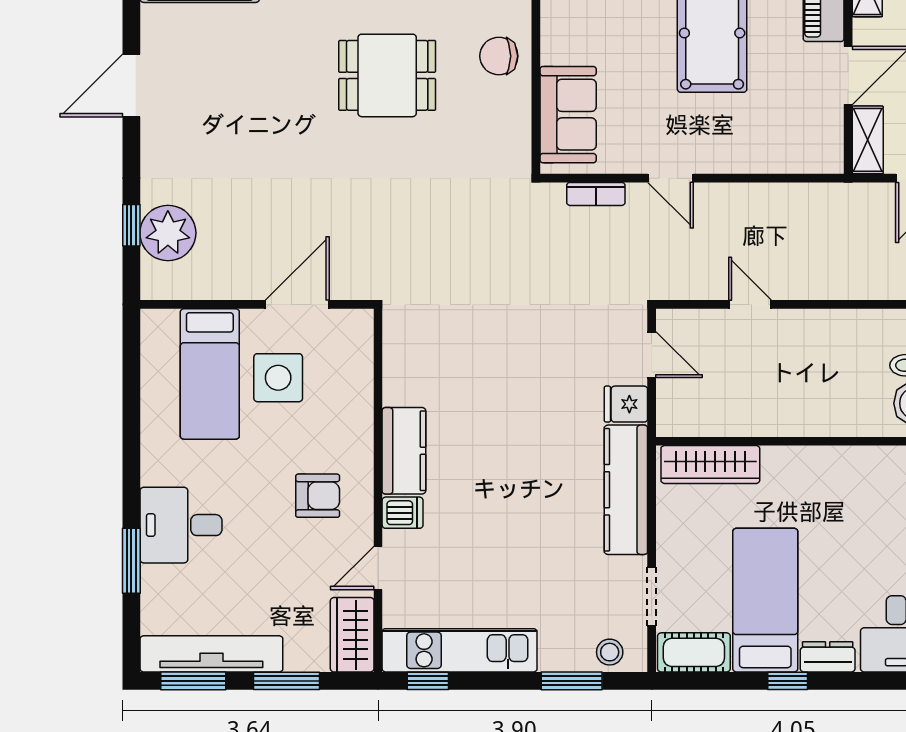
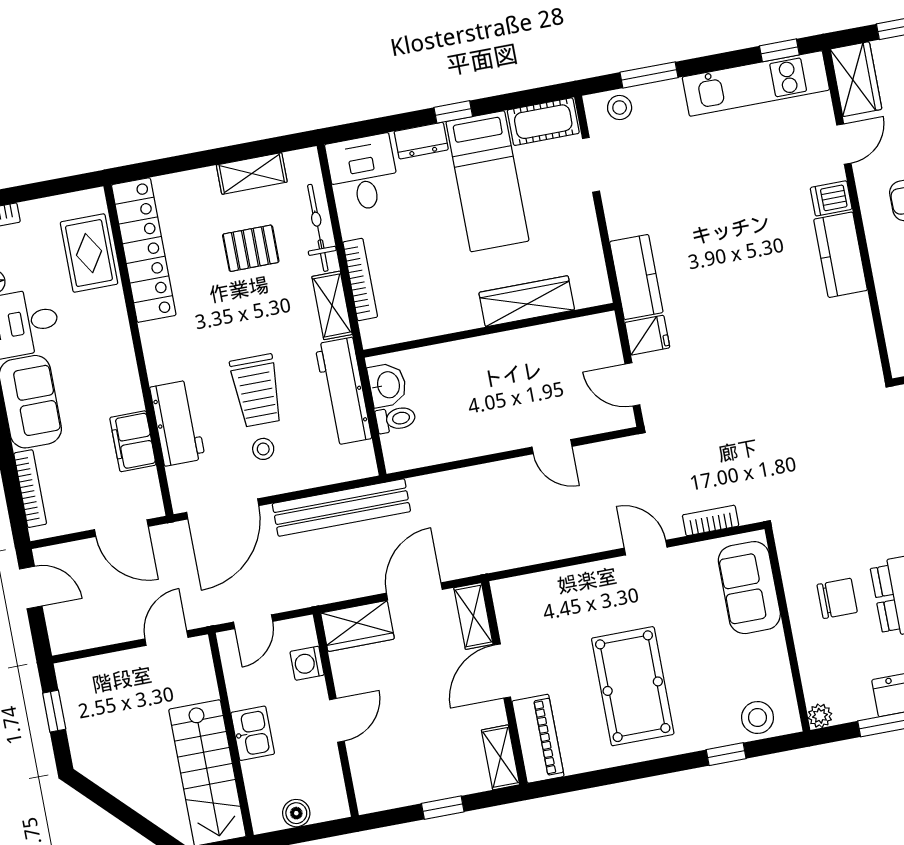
chair: (499, 56) -> (837, 598), moved
wardrobe: (710, 464) -> (527, 301), moved
kitchen counter: (626, 490) -> (636, 277), width x0.67

